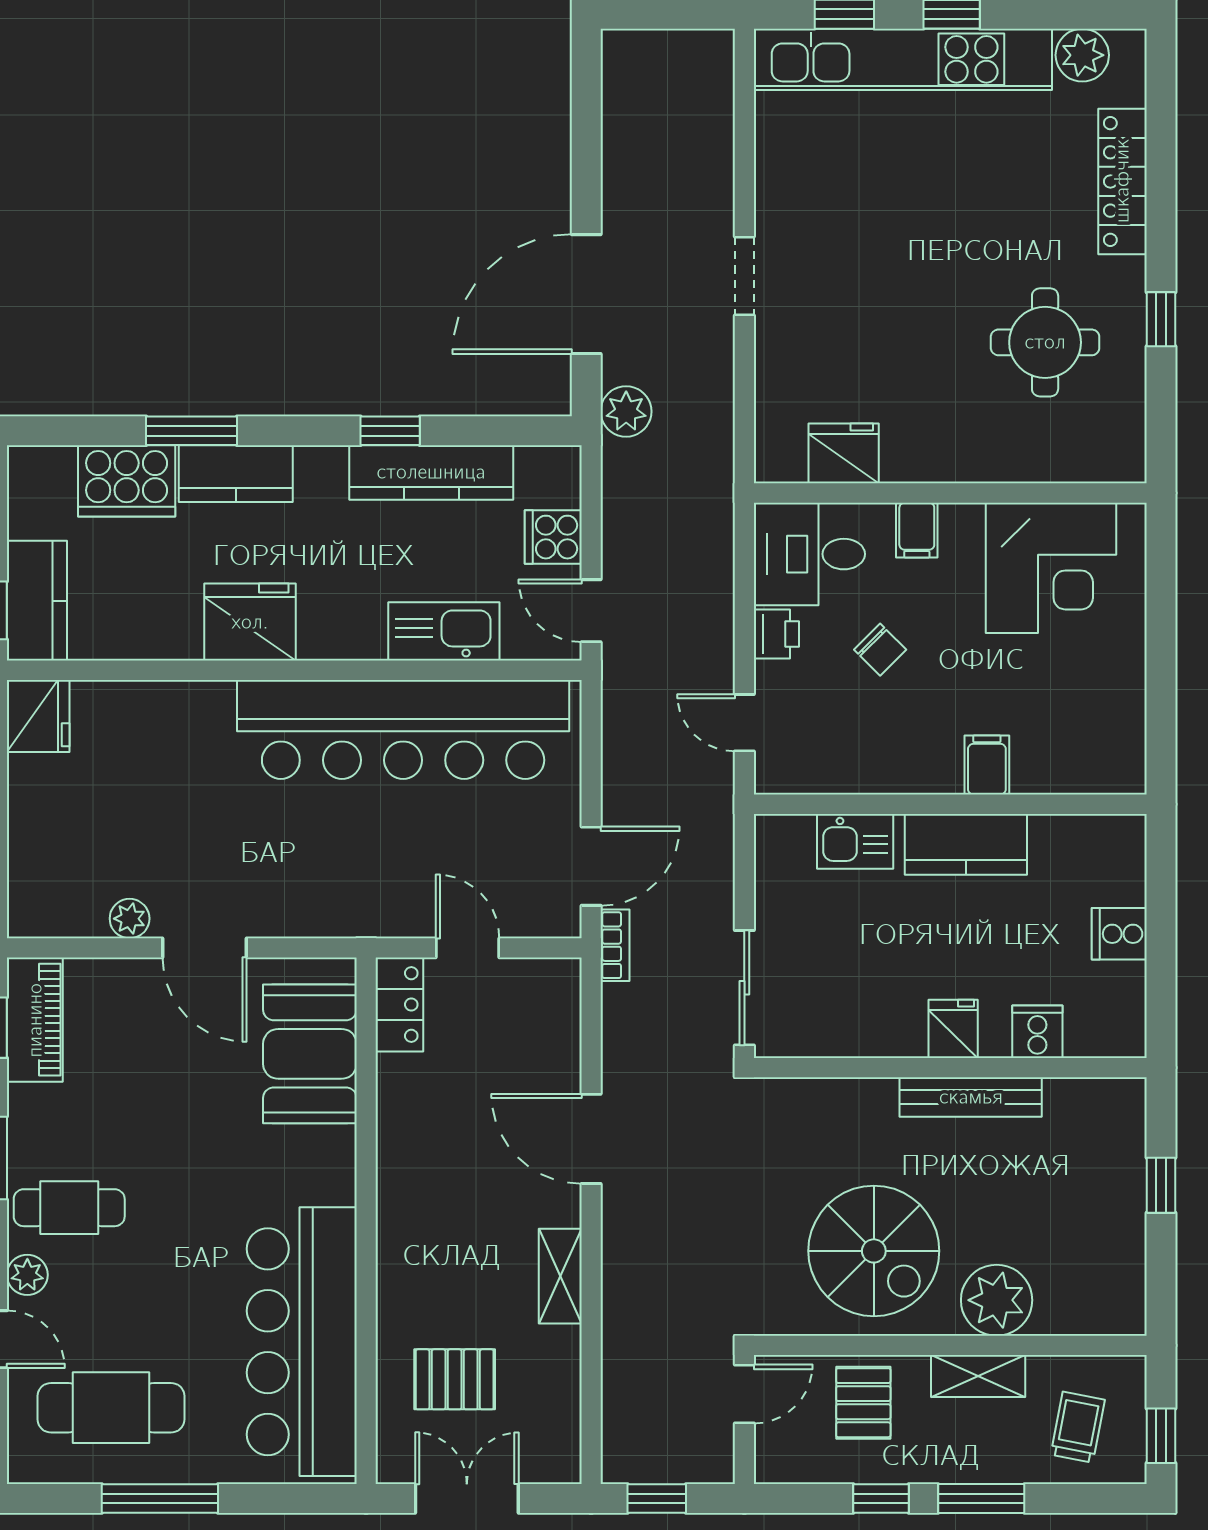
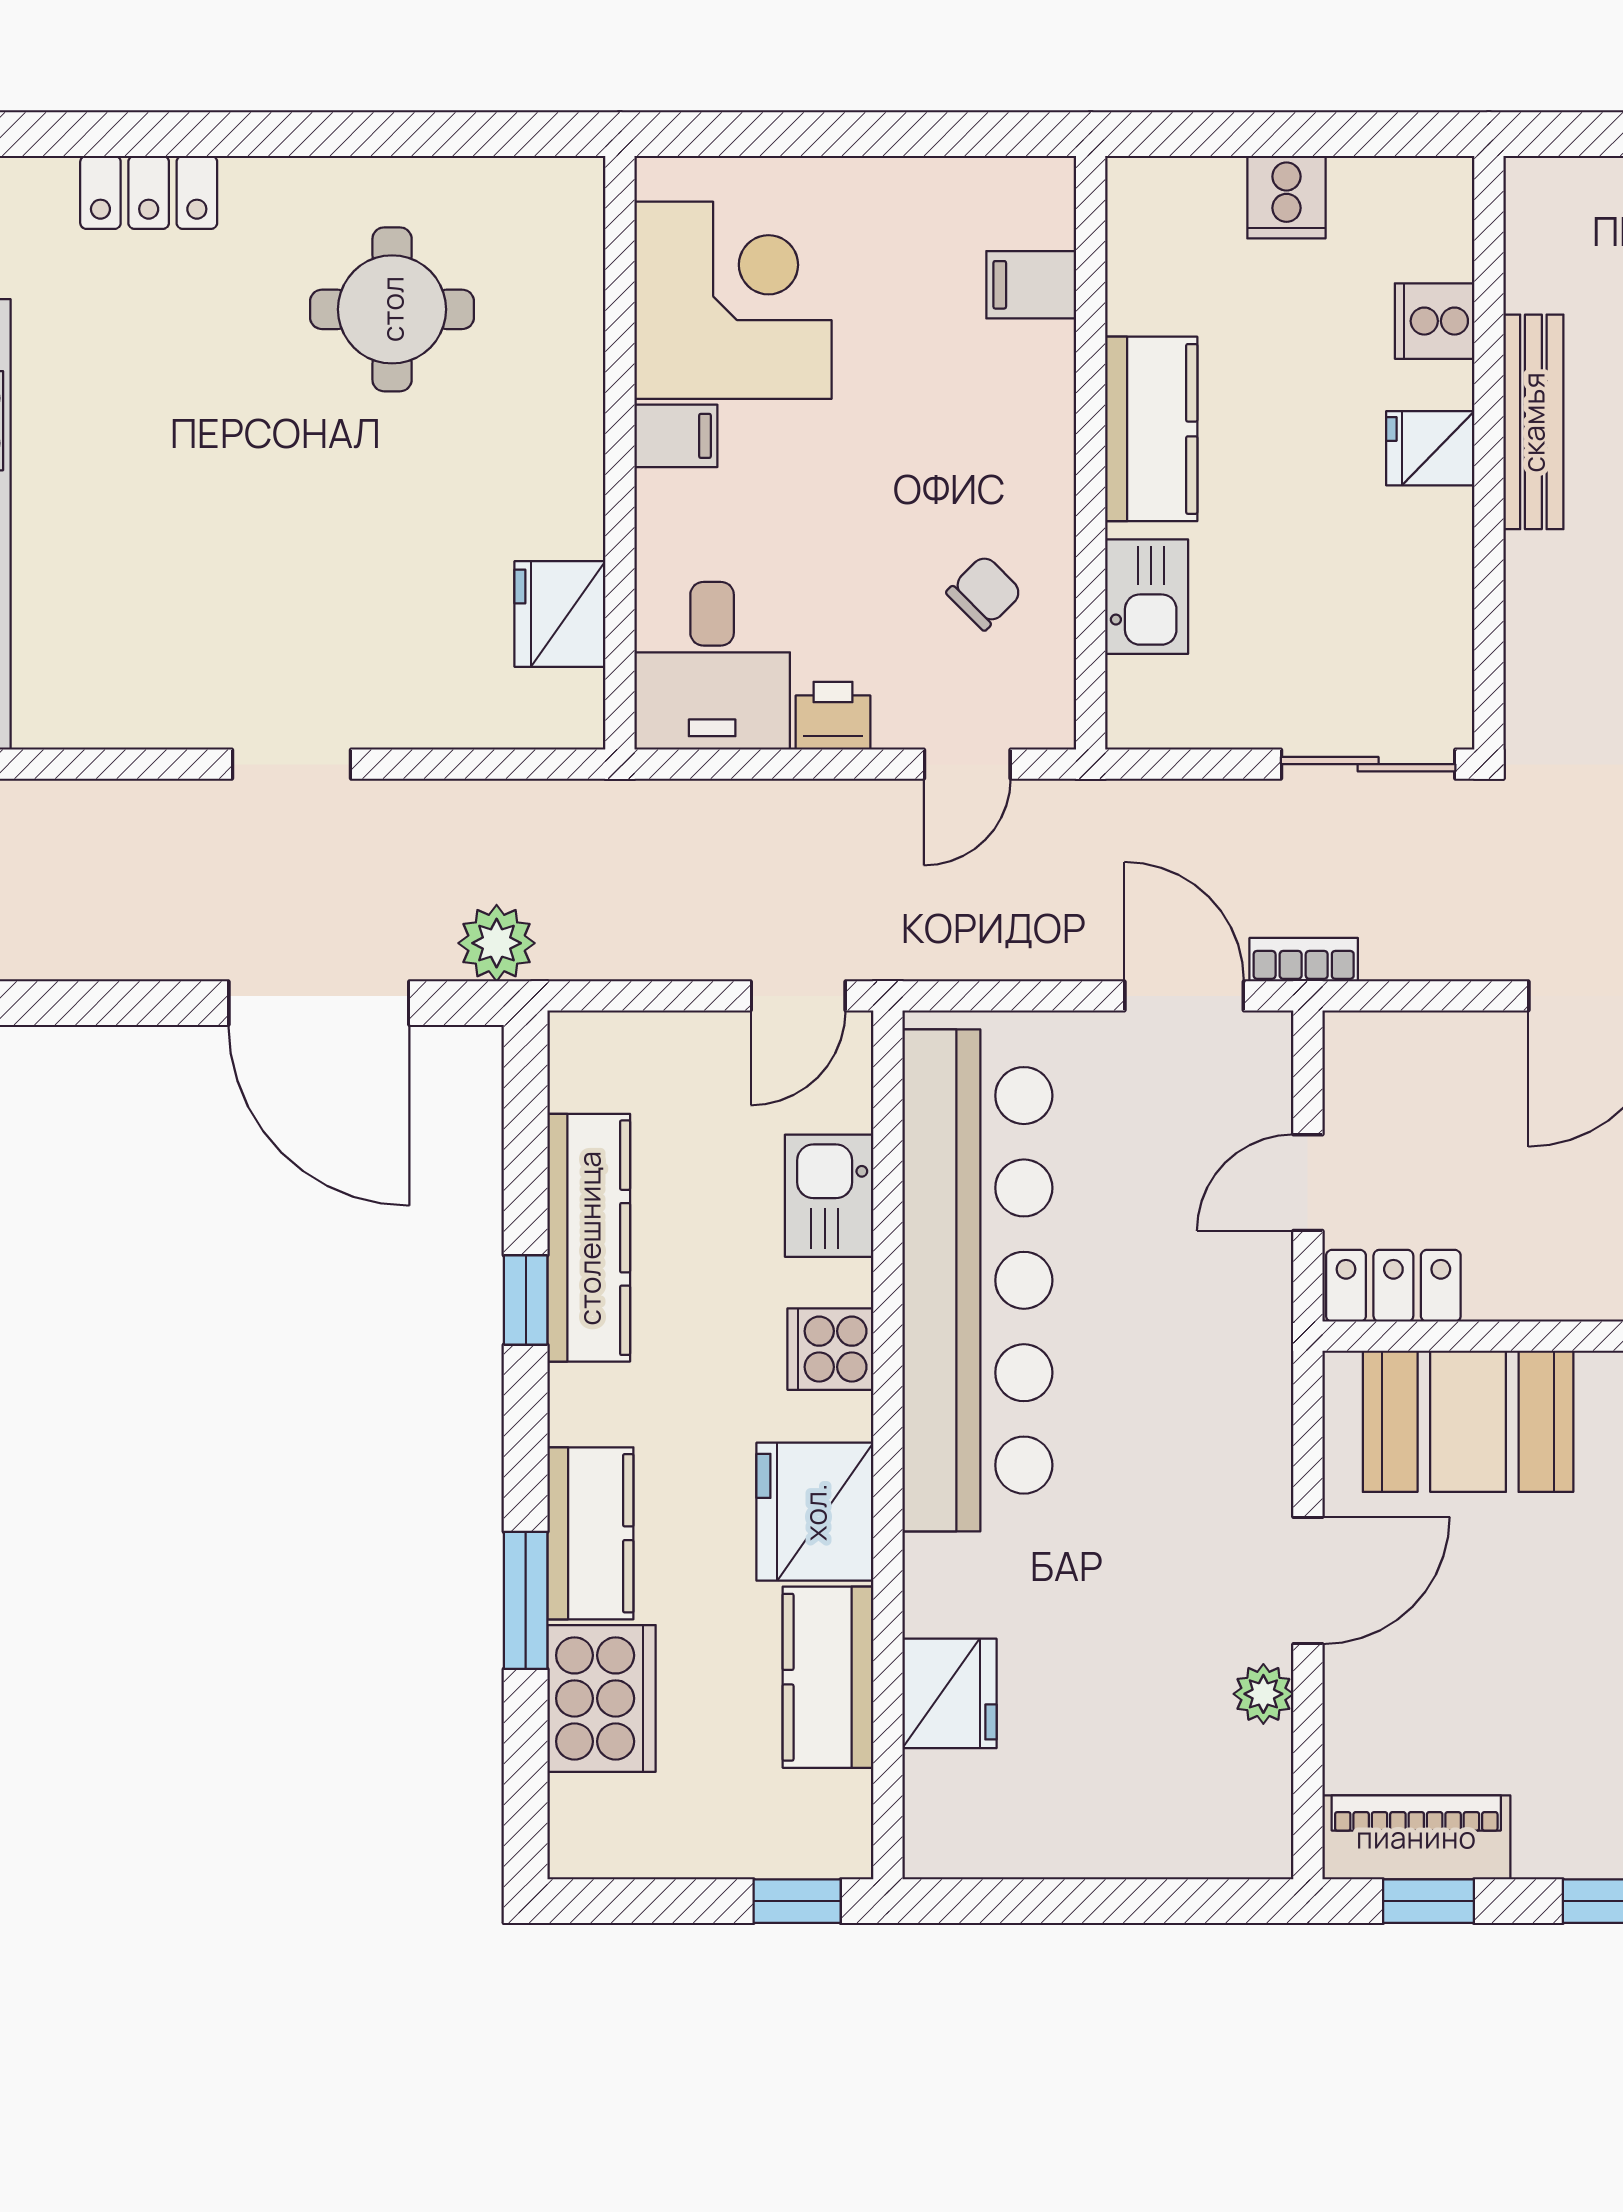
locker: (1122, 181) -> (149, 192), width x0.66
window: (1161, 319) -> (357, 134), removed
filing cabinet: (917, 530) -> (676, 436), moved
cooker: (553, 537) -> (830, 1349), moved, turned 90
kitchen counter: (37, 601) -> (828, 1677), moved, turned -90
kitchen sink: (444, 631) -> (829, 1196), width x0.73
chair: (880, 650) -> (984, 593), moved
fridge: (38, 716) -> (949, 1693), moved, turned 90
filing cabinet: (987, 765) -> (1031, 285), moved

